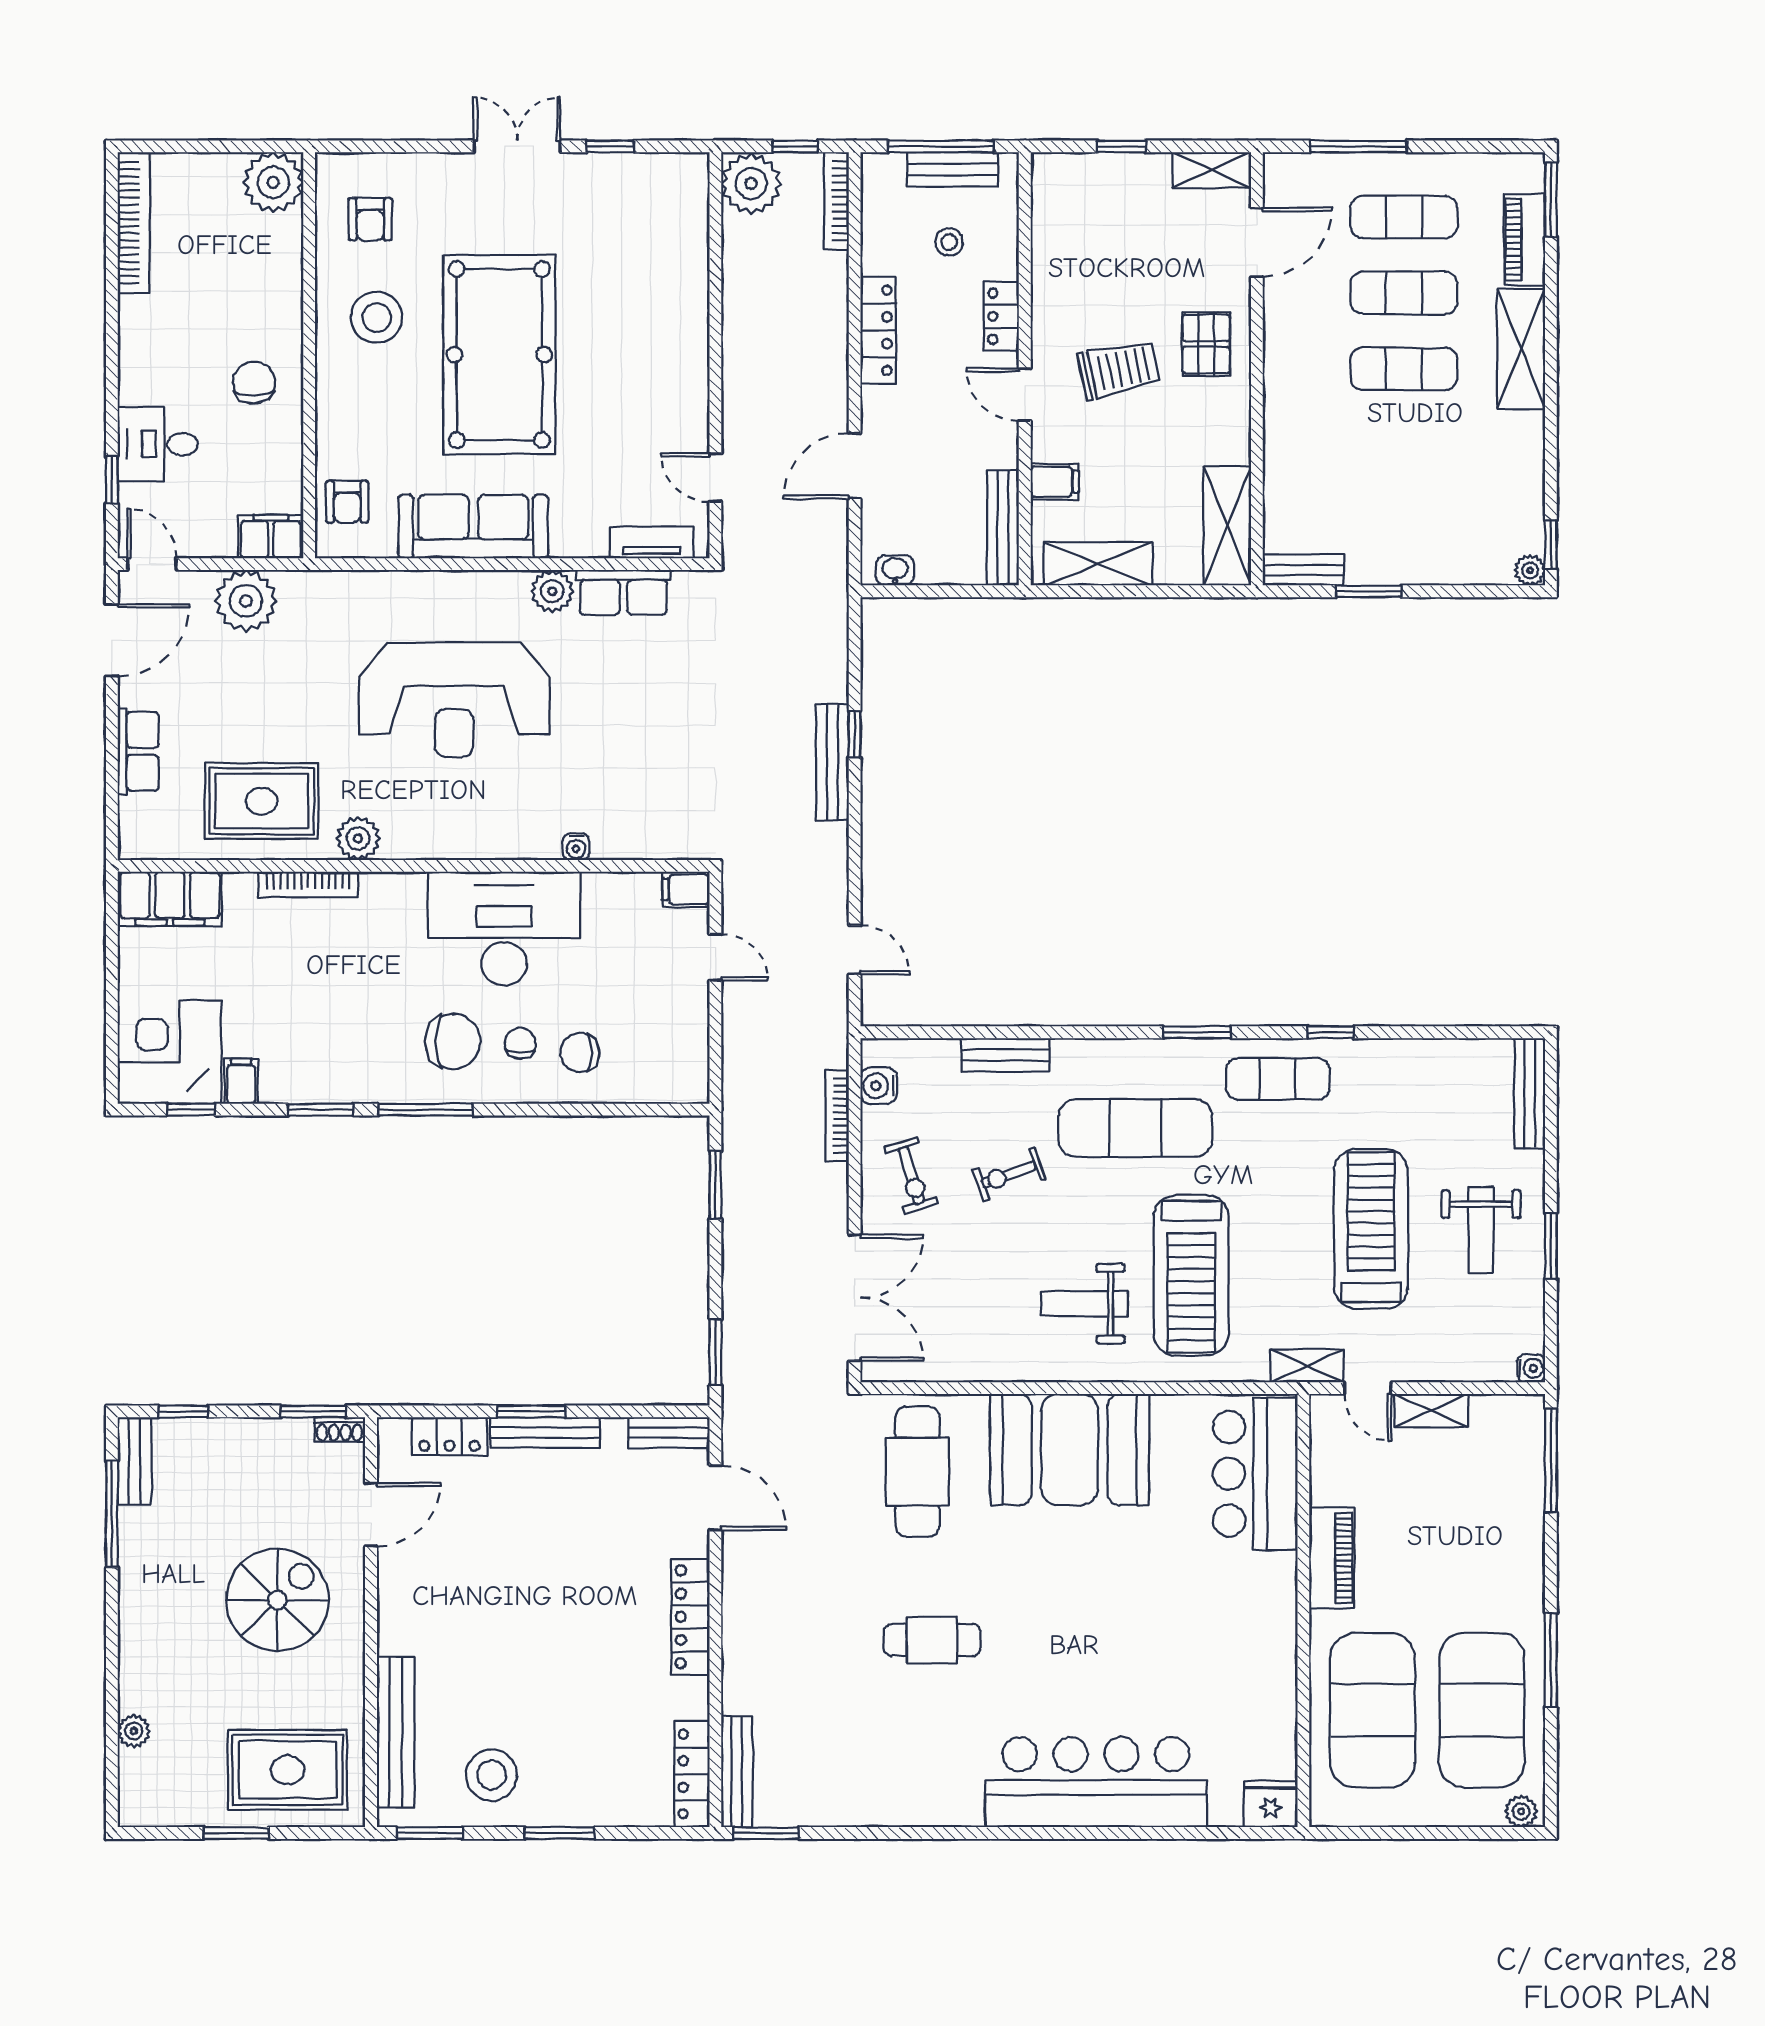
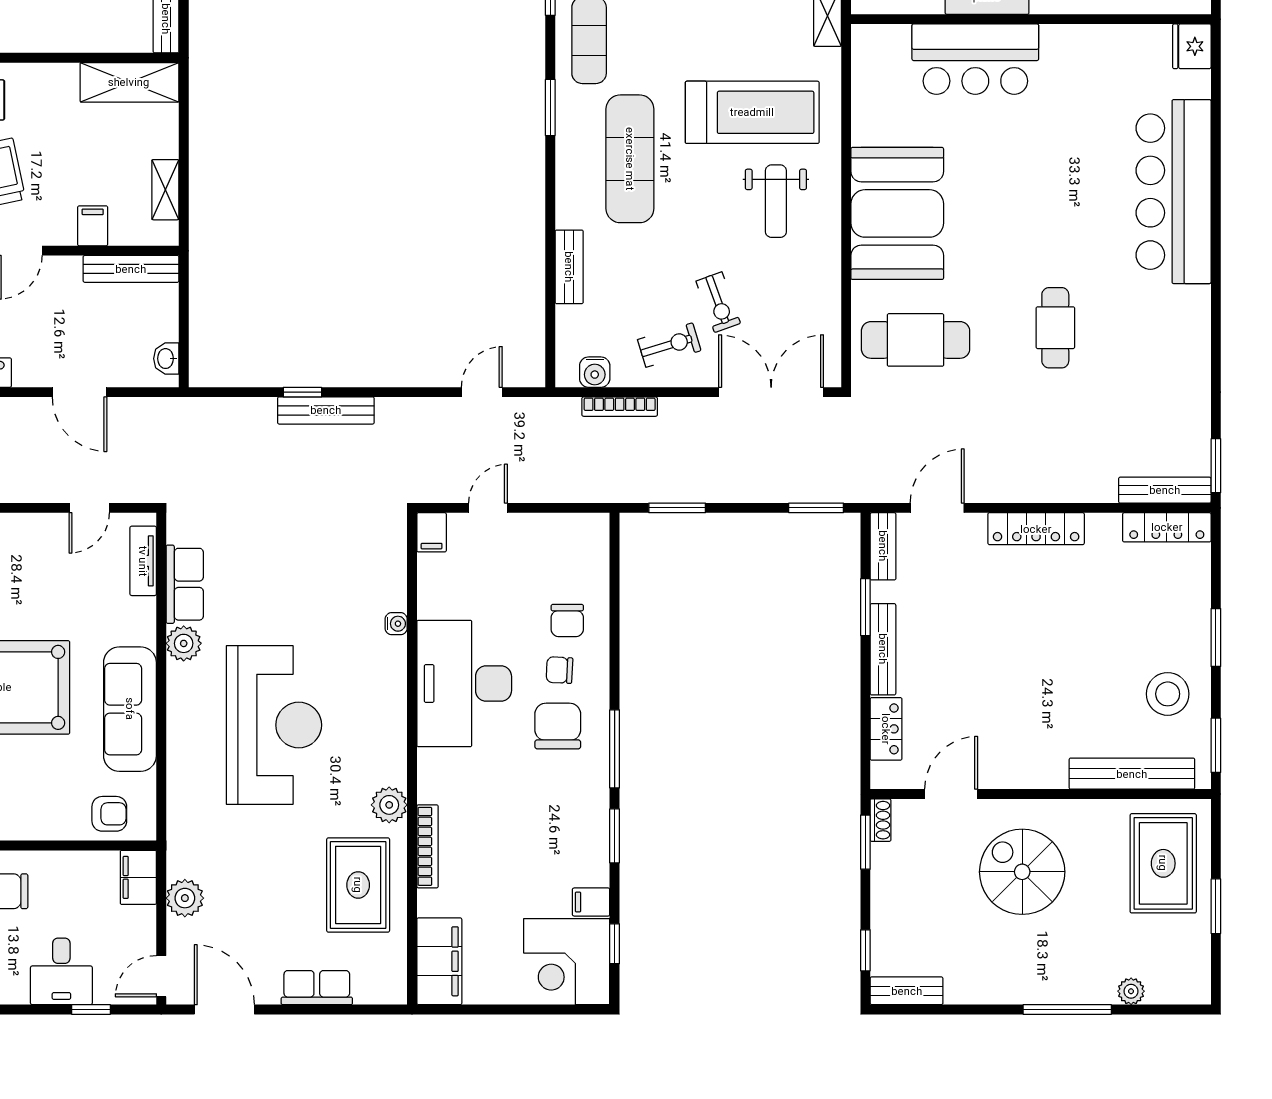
shelving: (1098, 564) -> (165, 190), width x0.67, depth x0.75
plant: (246, 601) -> (185, 898), width x0.73, depth x0.73
exercise bike: (1009, 1175) -> (718, 302), moved
window: (531, 1411) -> (865, 607), moved
bar counter: (1255, 1474) -> (975, 59), moved
window: (112, 1514) -> (1067, 1009), moved
door: (371, 1515) -> (951, 794), hinge flipped

